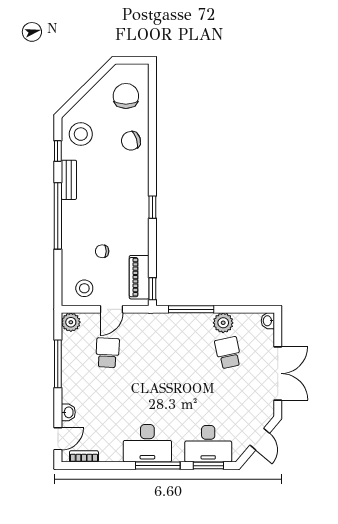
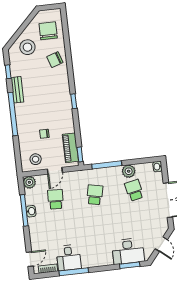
stool: (81, 134) -> (27, 47), moved
school desk: (168, 353) -> (95, 195), added
washbasin: (68, 412) -> (31, 211), moved
desk: (147, 443) -> (69, 258), moved, width x0.73
window: (158, 466) -> (74, 272), moved

